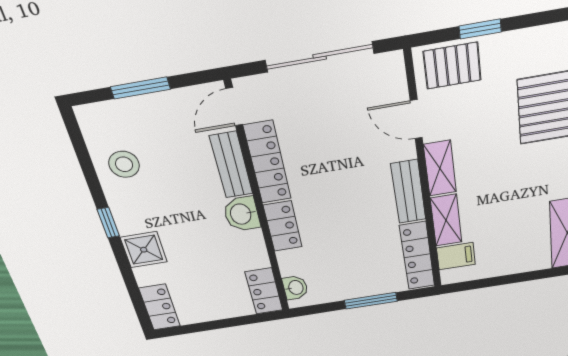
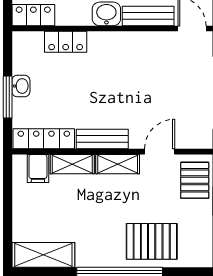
locker: (267, 162) -> (145, 42), removed
locker: (283, 226) -> (66, 42), moved
washbasin: (295, 288) -> (21, 86), moved, turned -90

